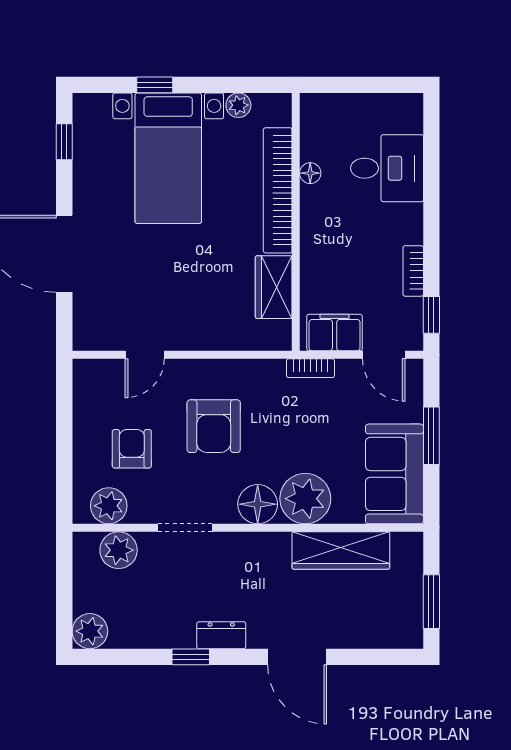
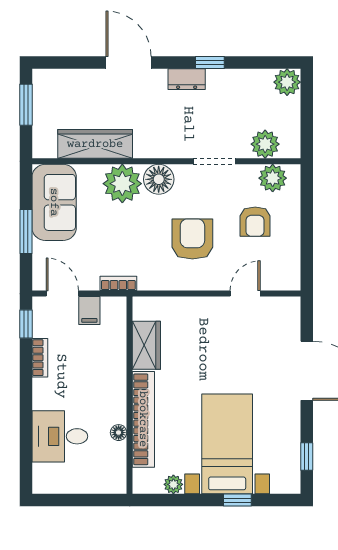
filing cabinet: (335, 333) -> (89, 311), width x0.50

